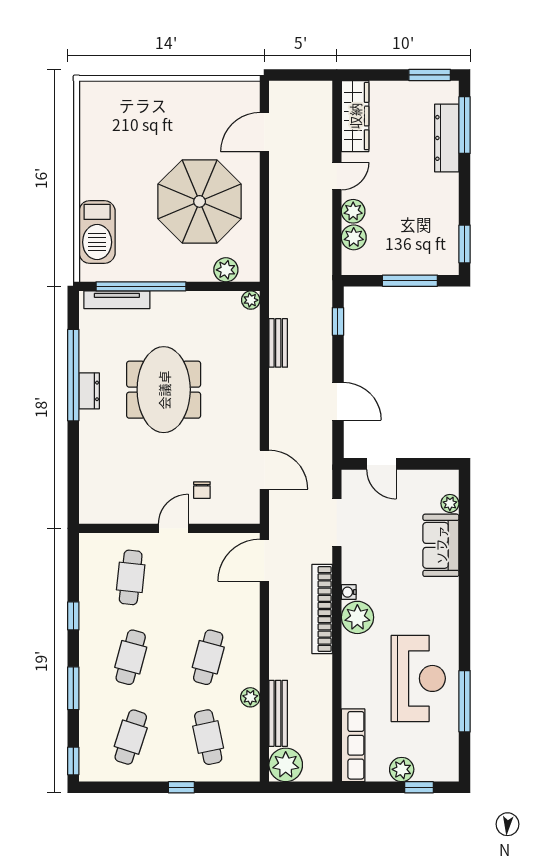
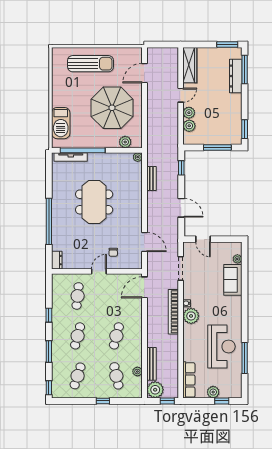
sun lounger: (156, 113) -> (90, 64), added
window: (73, 375) -> (49, 221), moved
dresser: (89, 391) -> (57, 260), moved
plant: (250, 697) -> (137, 372), moved
window: (310, 787) -> (167, 401), added

